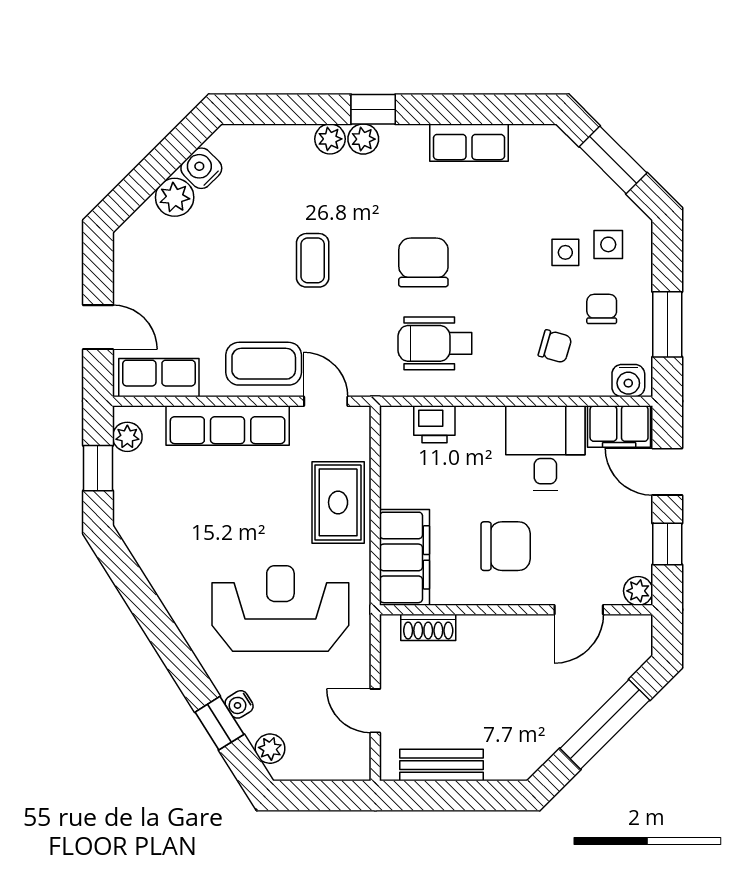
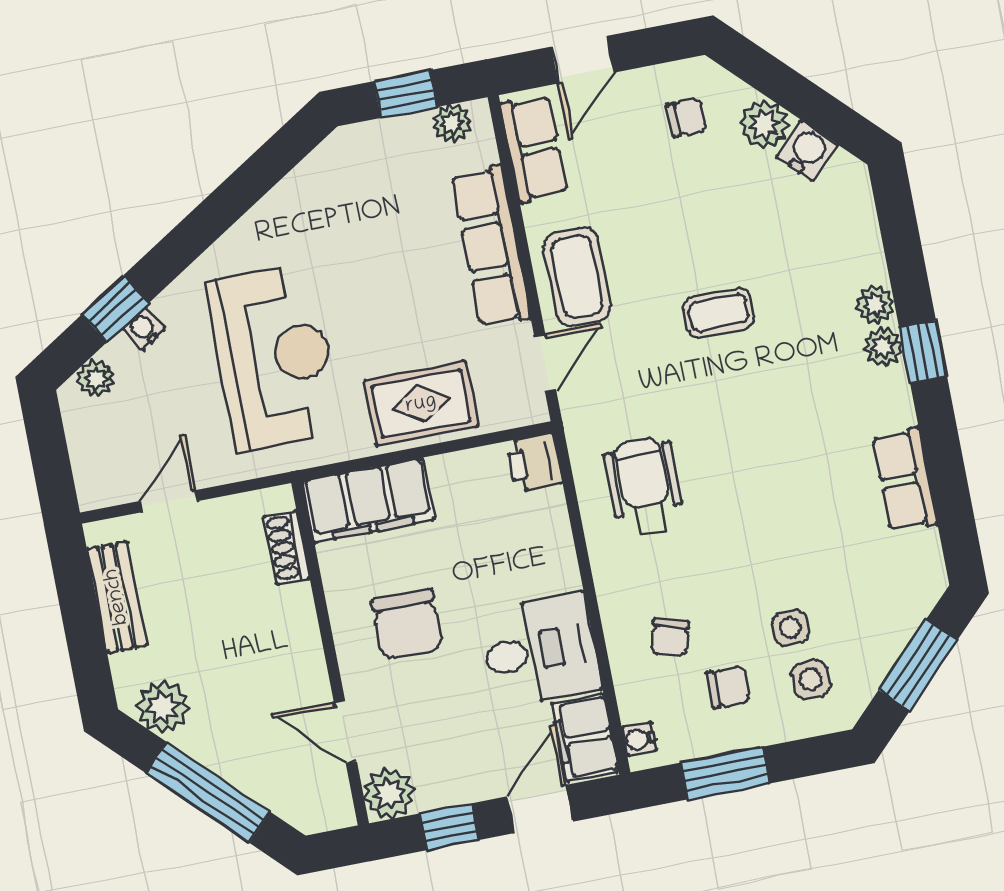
chair: (423, 262) -> (687, 117), moved, width x0.54, depth x0.54
water cooler: (628, 381) -> (639, 739), width x0.72, depth x0.72
printer: (434, 424) -> (534, 462), moved
plant: (638, 591) -> (389, 793), width x1.38, depth x1.38
plant: (533, 746) -> (163, 707), added

